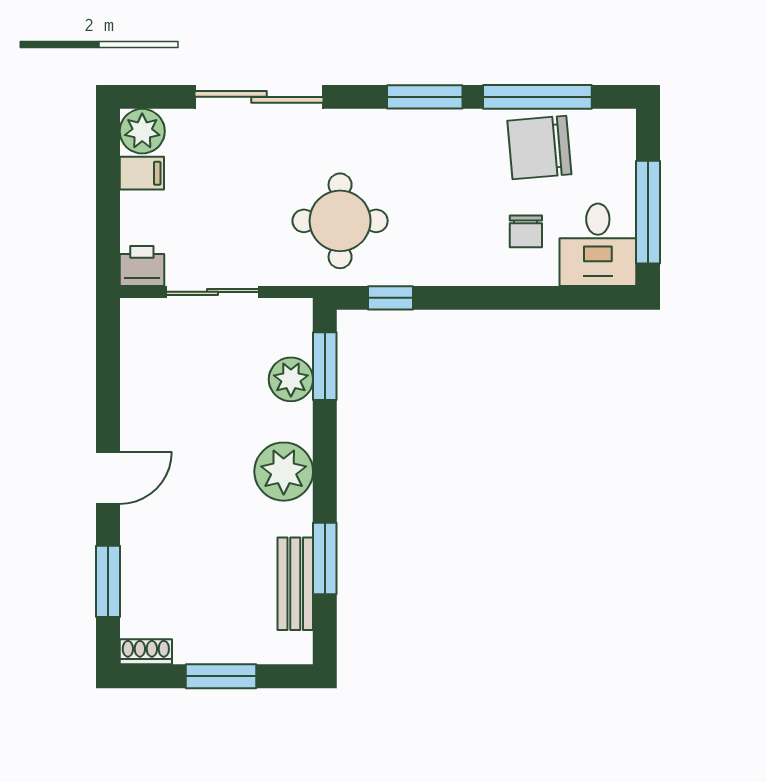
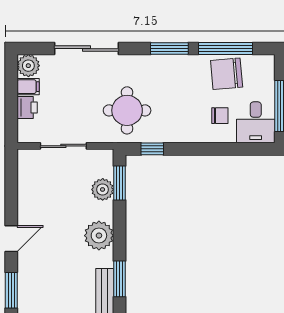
chair: (526, 231) -> (220, 116), turned -90
printer: (142, 266) -> (27, 108), moved, turned 90

